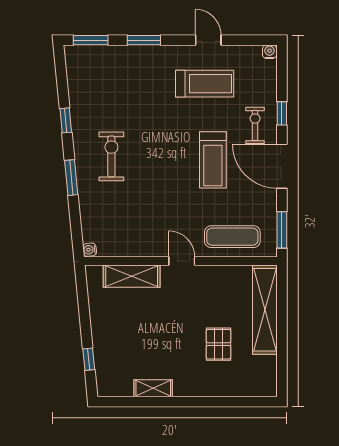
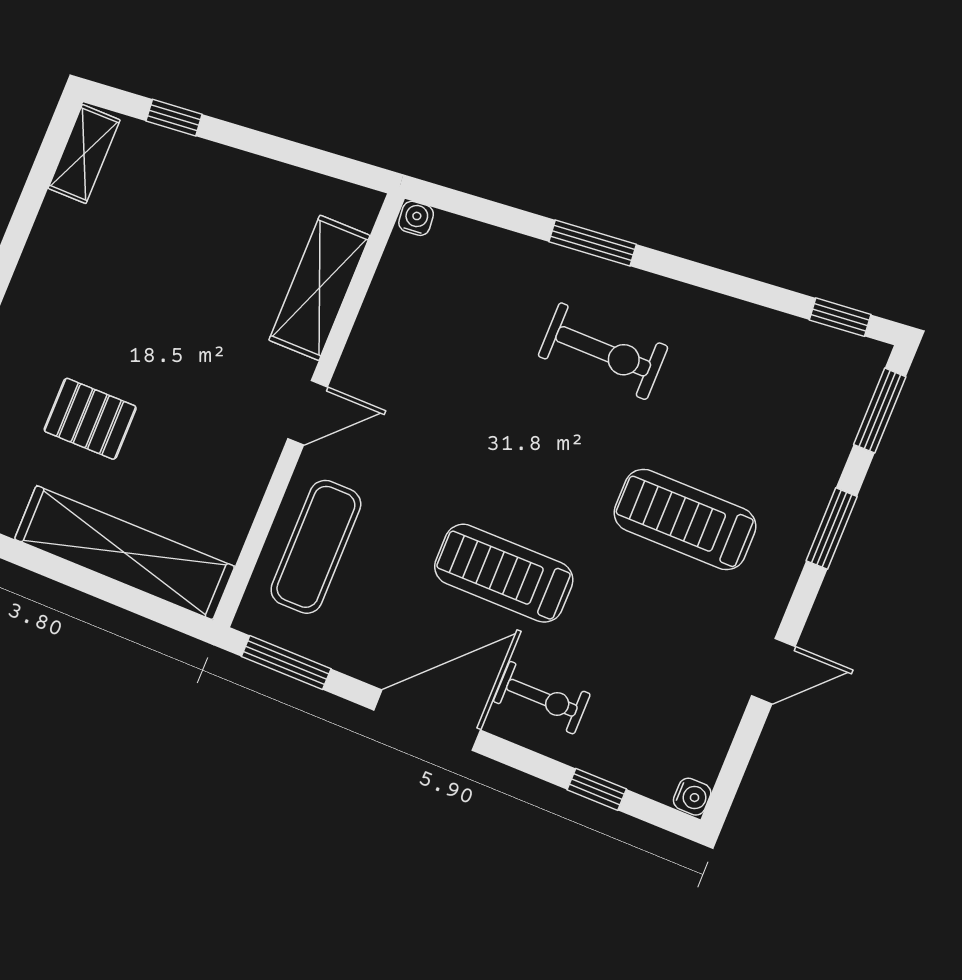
treadmill: (205, 84) -> (685, 519), moved, turned 90
window: (282, 113) -> (597, 789), moved
window: (66, 120) -> (840, 317), moved
shelving: (153, 388) -> (84, 154), moved

